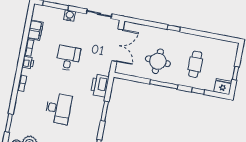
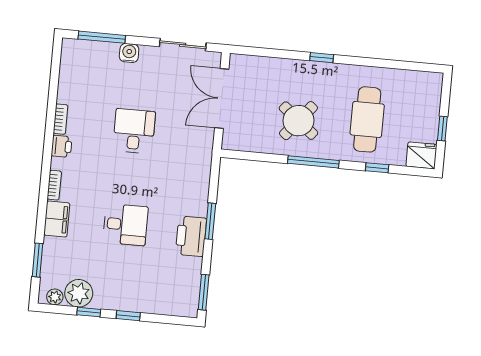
filing cabinet: (35, 30) -> (57, 219), moved
double door: (117, 45) -> (222, 99), swing flipped
round table: (158, 61) -> (298, 121), turned 35
cafe table: (195, 64) -> (367, 119), width x1.37, depth x1.35
printer: (100, 86) -> (191, 236), moved
desk: (58, 108) -> (125, 225), width x0.73

